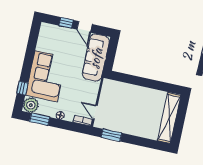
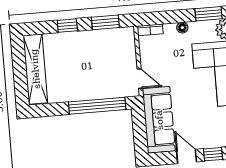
window: (135, 80) -> (97, 106), added
door: (95, 112) -> (140, 78), moved
window: (138, 141) -> (67, 26), added

